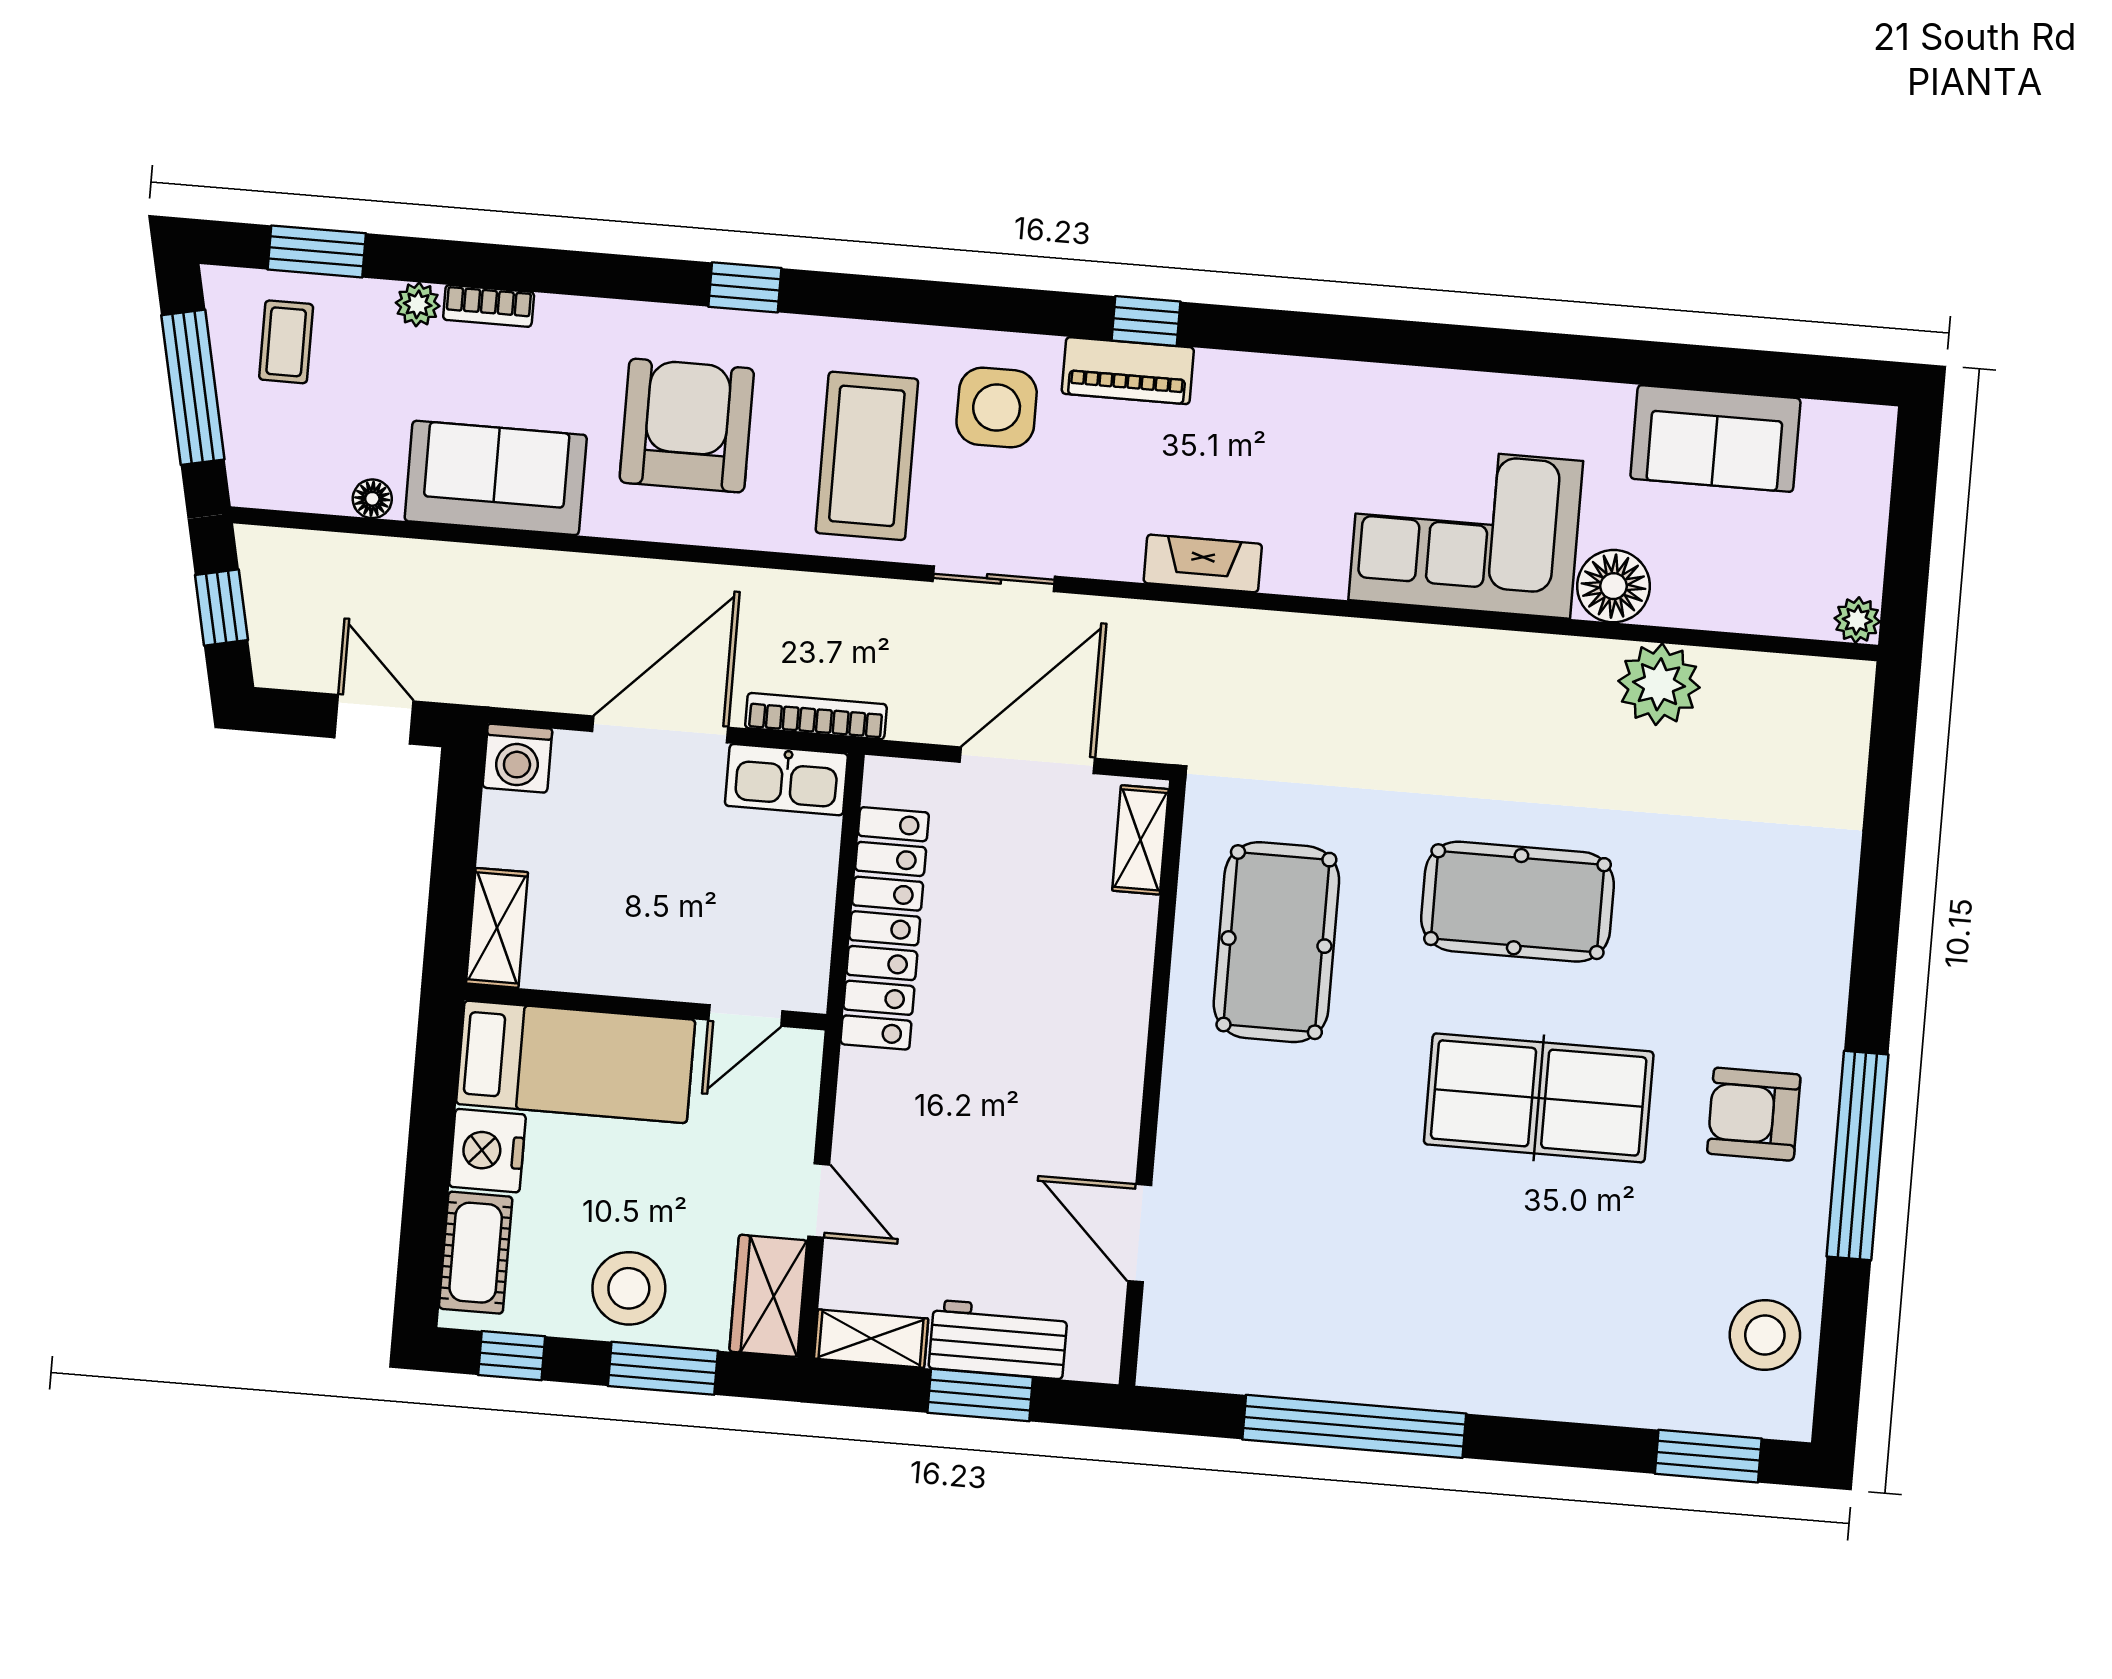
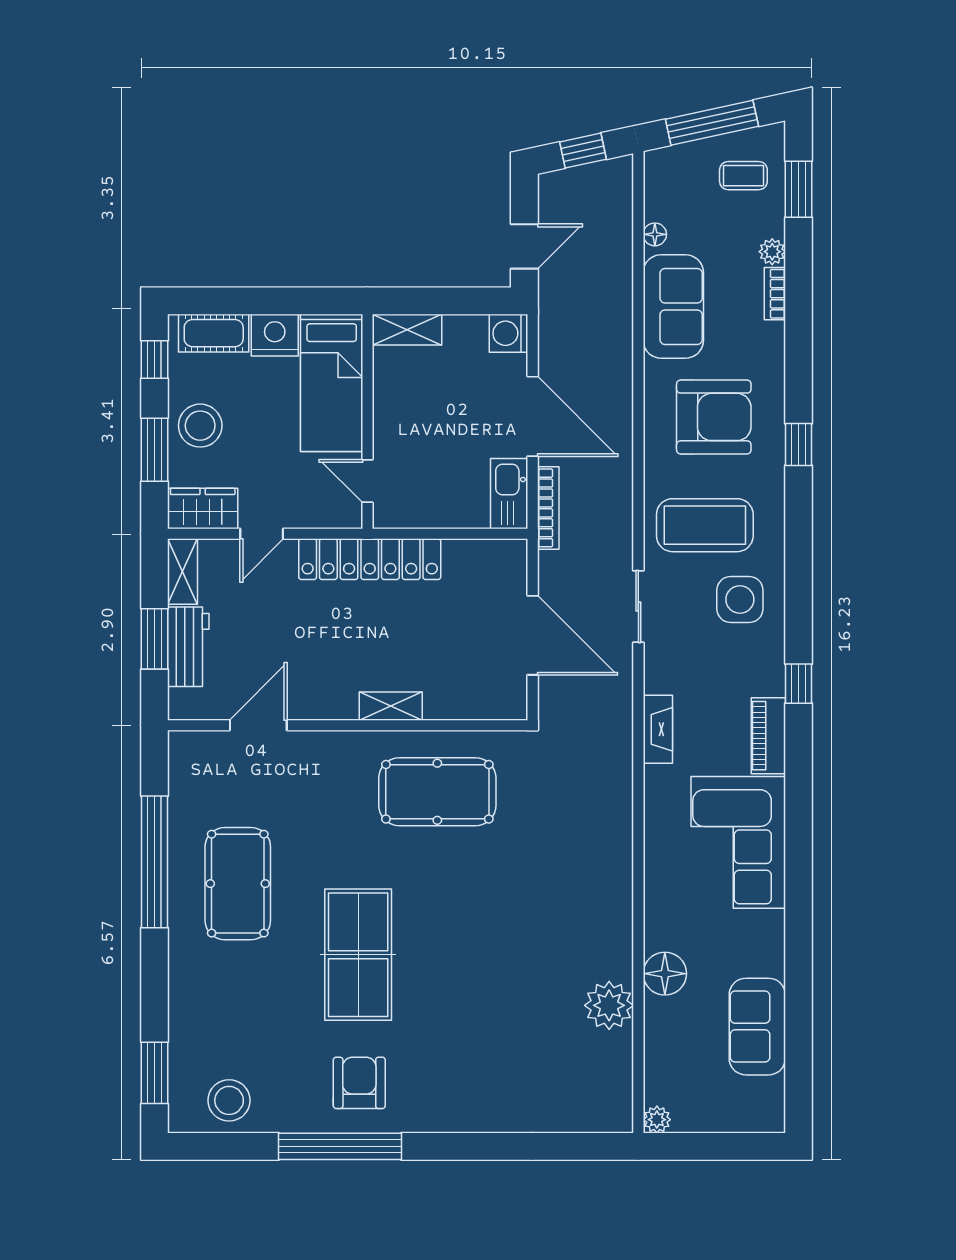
piano: (1128, 371) -> (768, 736), moved
corner sofa: (1466, 531) -> (738, 842), moved, turned 180
shelving: (1140, 840) -> (391, 706), moved
pool table: (1518, 902) -> (238, 884), moved
locker: (885, 928) -> (370, 559), moved

